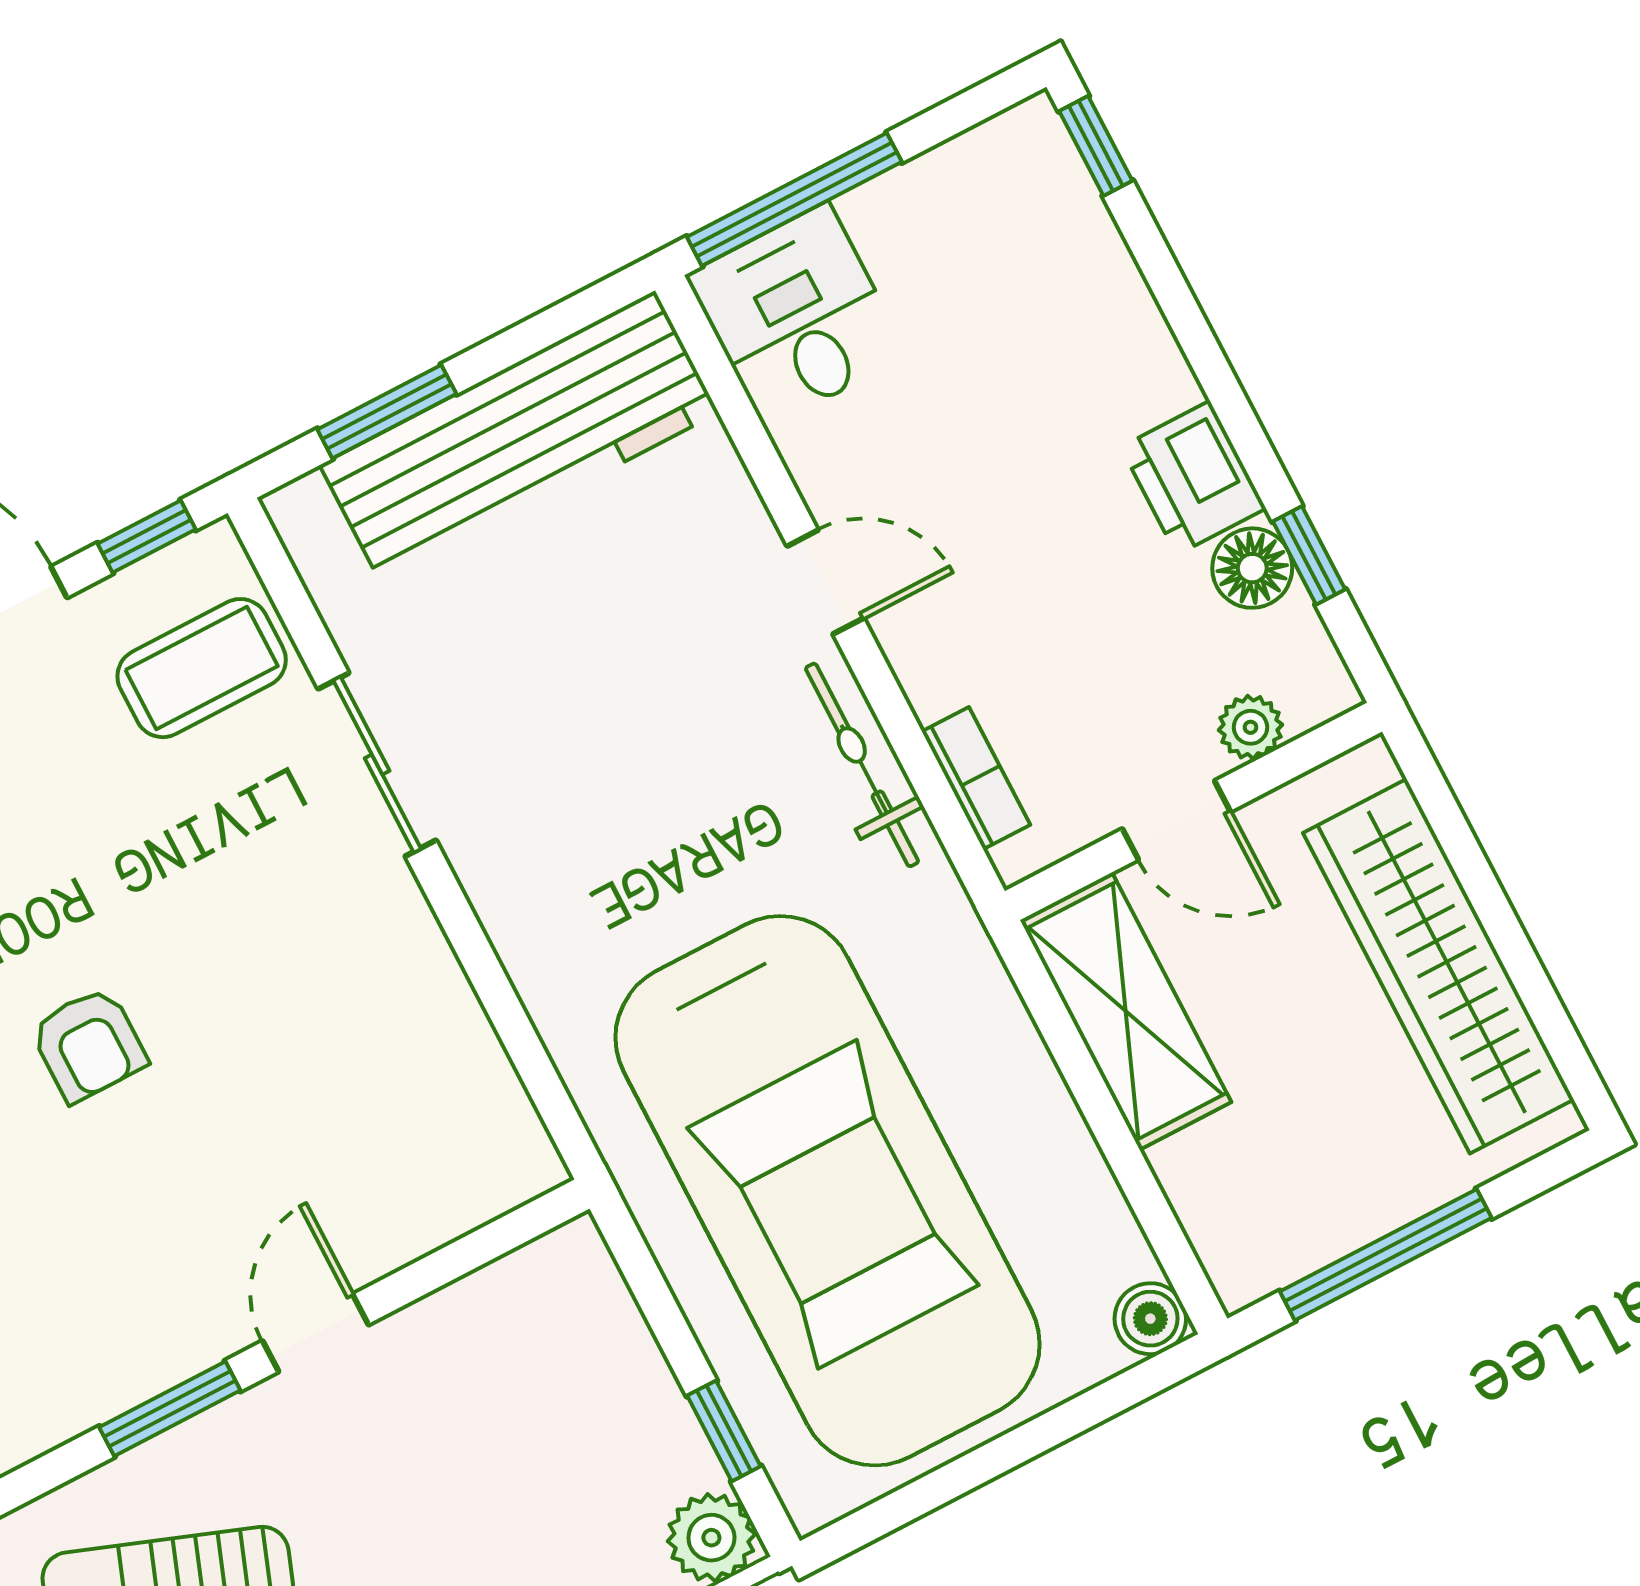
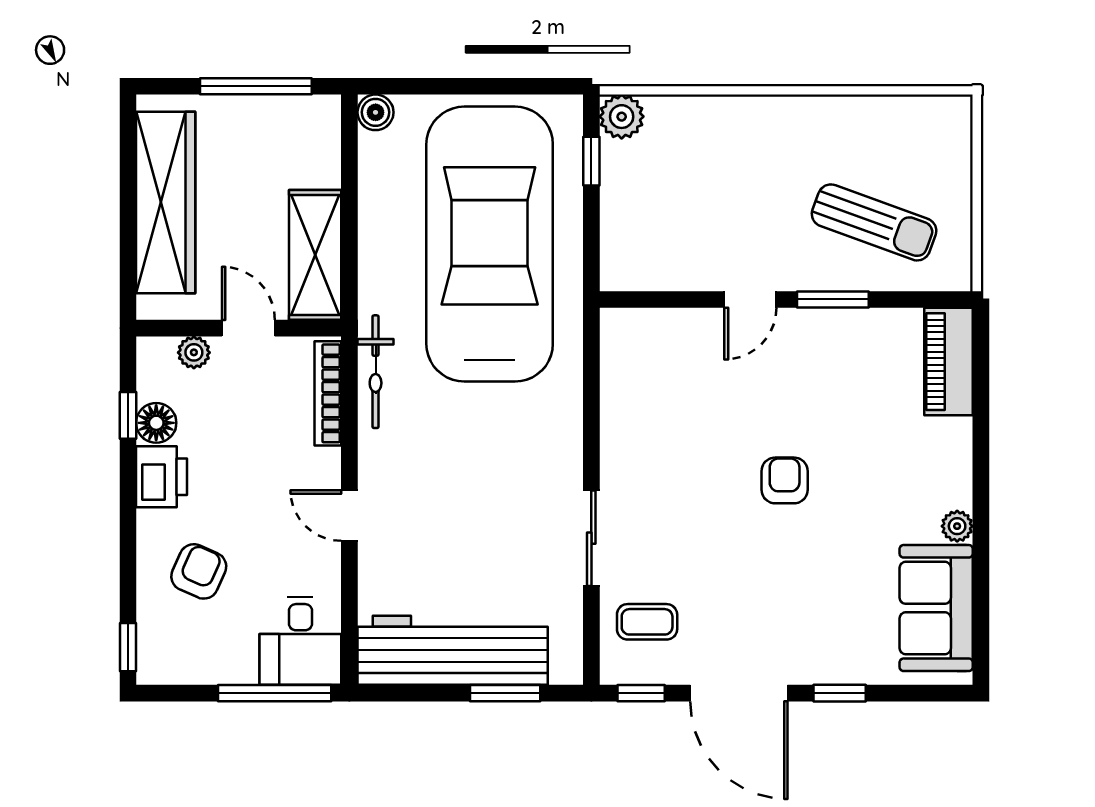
armchair: (1040, 345) -> (199, 571), added
coffee table: (202, 668) -> (647, 622), width x0.73, depth x0.77
bicycle: (862, 765) -> (376, 372), moved
bookcase: (976, 778) -> (328, 393), width x1.56

